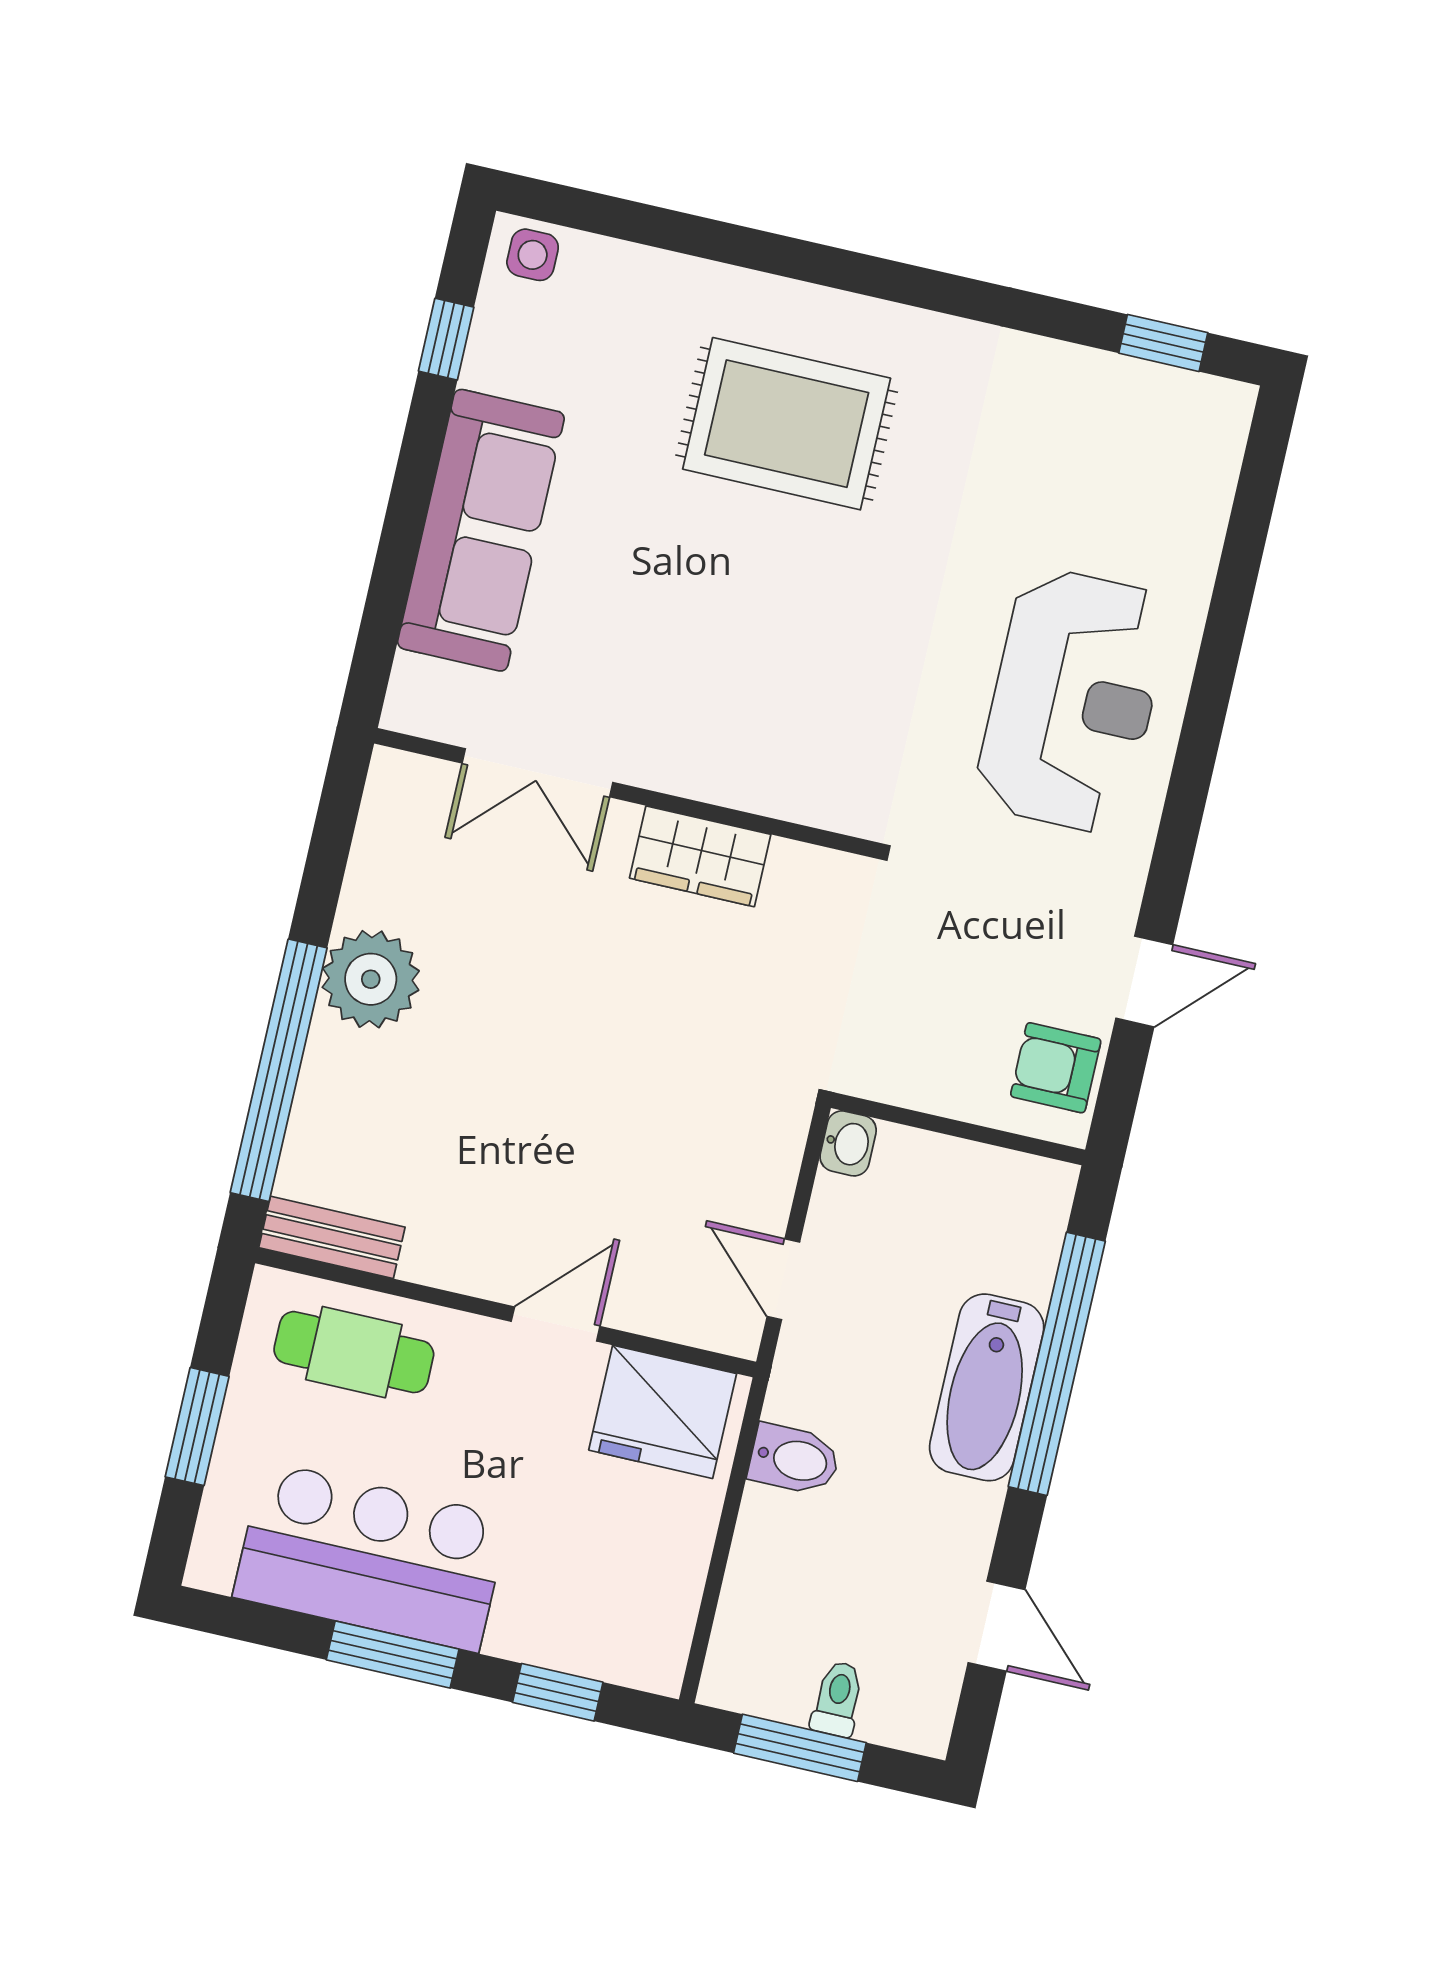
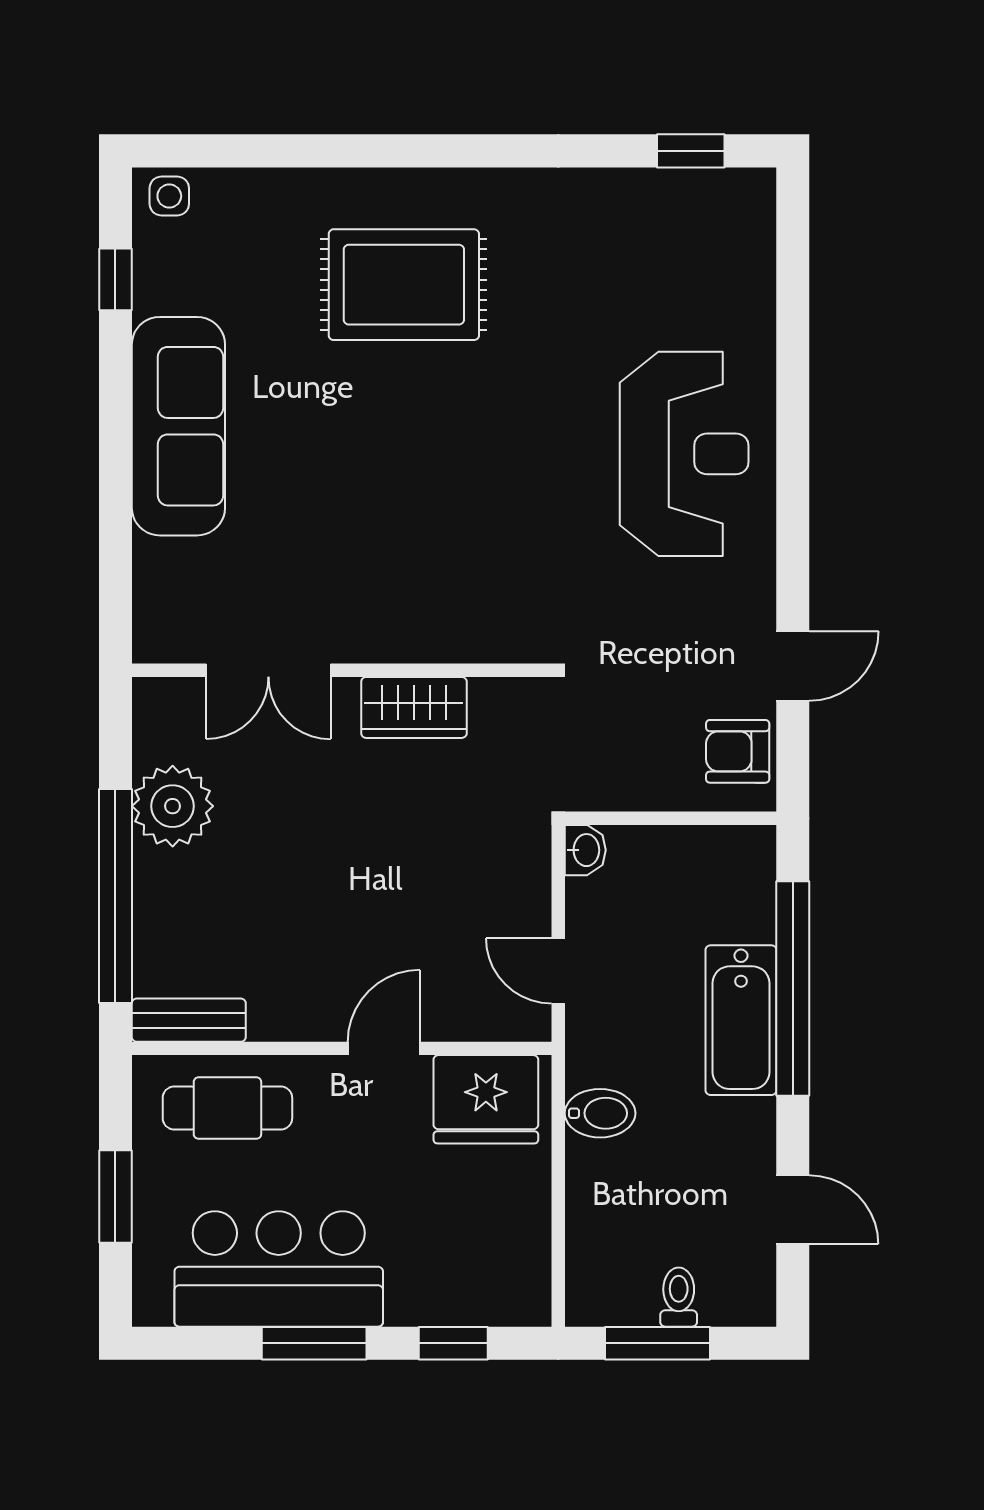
double door: (538, 773) -> (268, 670), moved
wall: (625, 793) -> (342, 670), moved
wardrobe: (700, 856) -> (414, 707), moved

